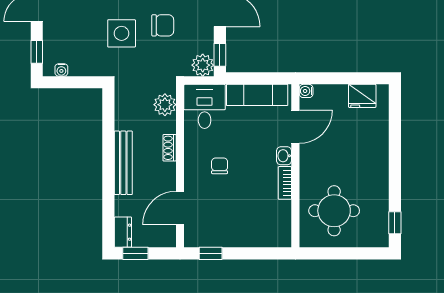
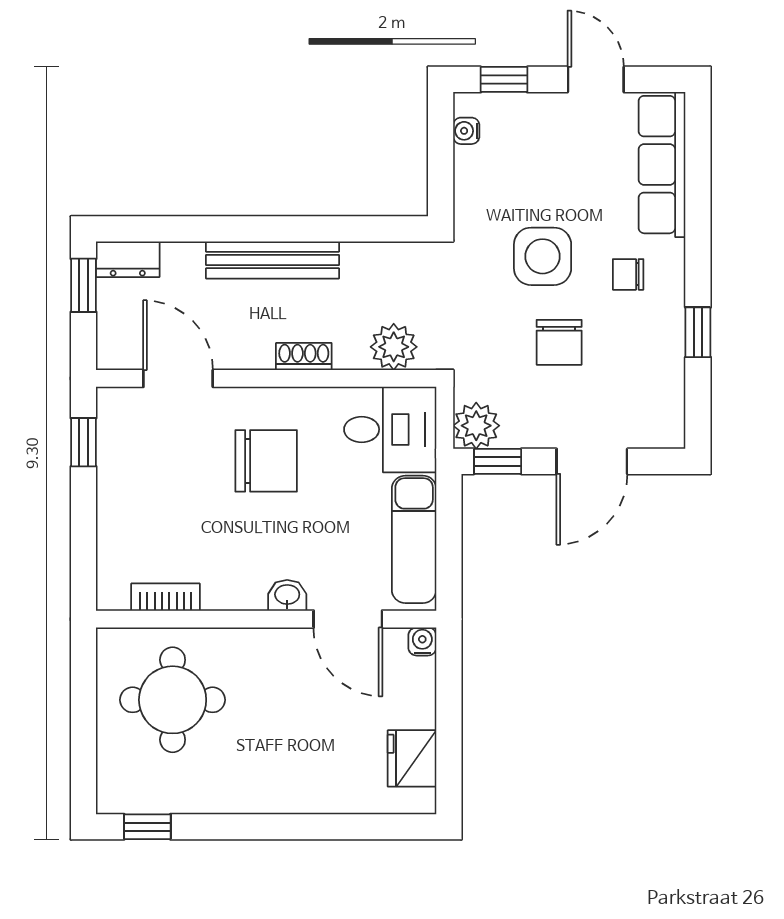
chair: (220, 166) -> (266, 461), width x1.87, depth x1.87
bookcase: (285, 183) -> (166, 597), moved

